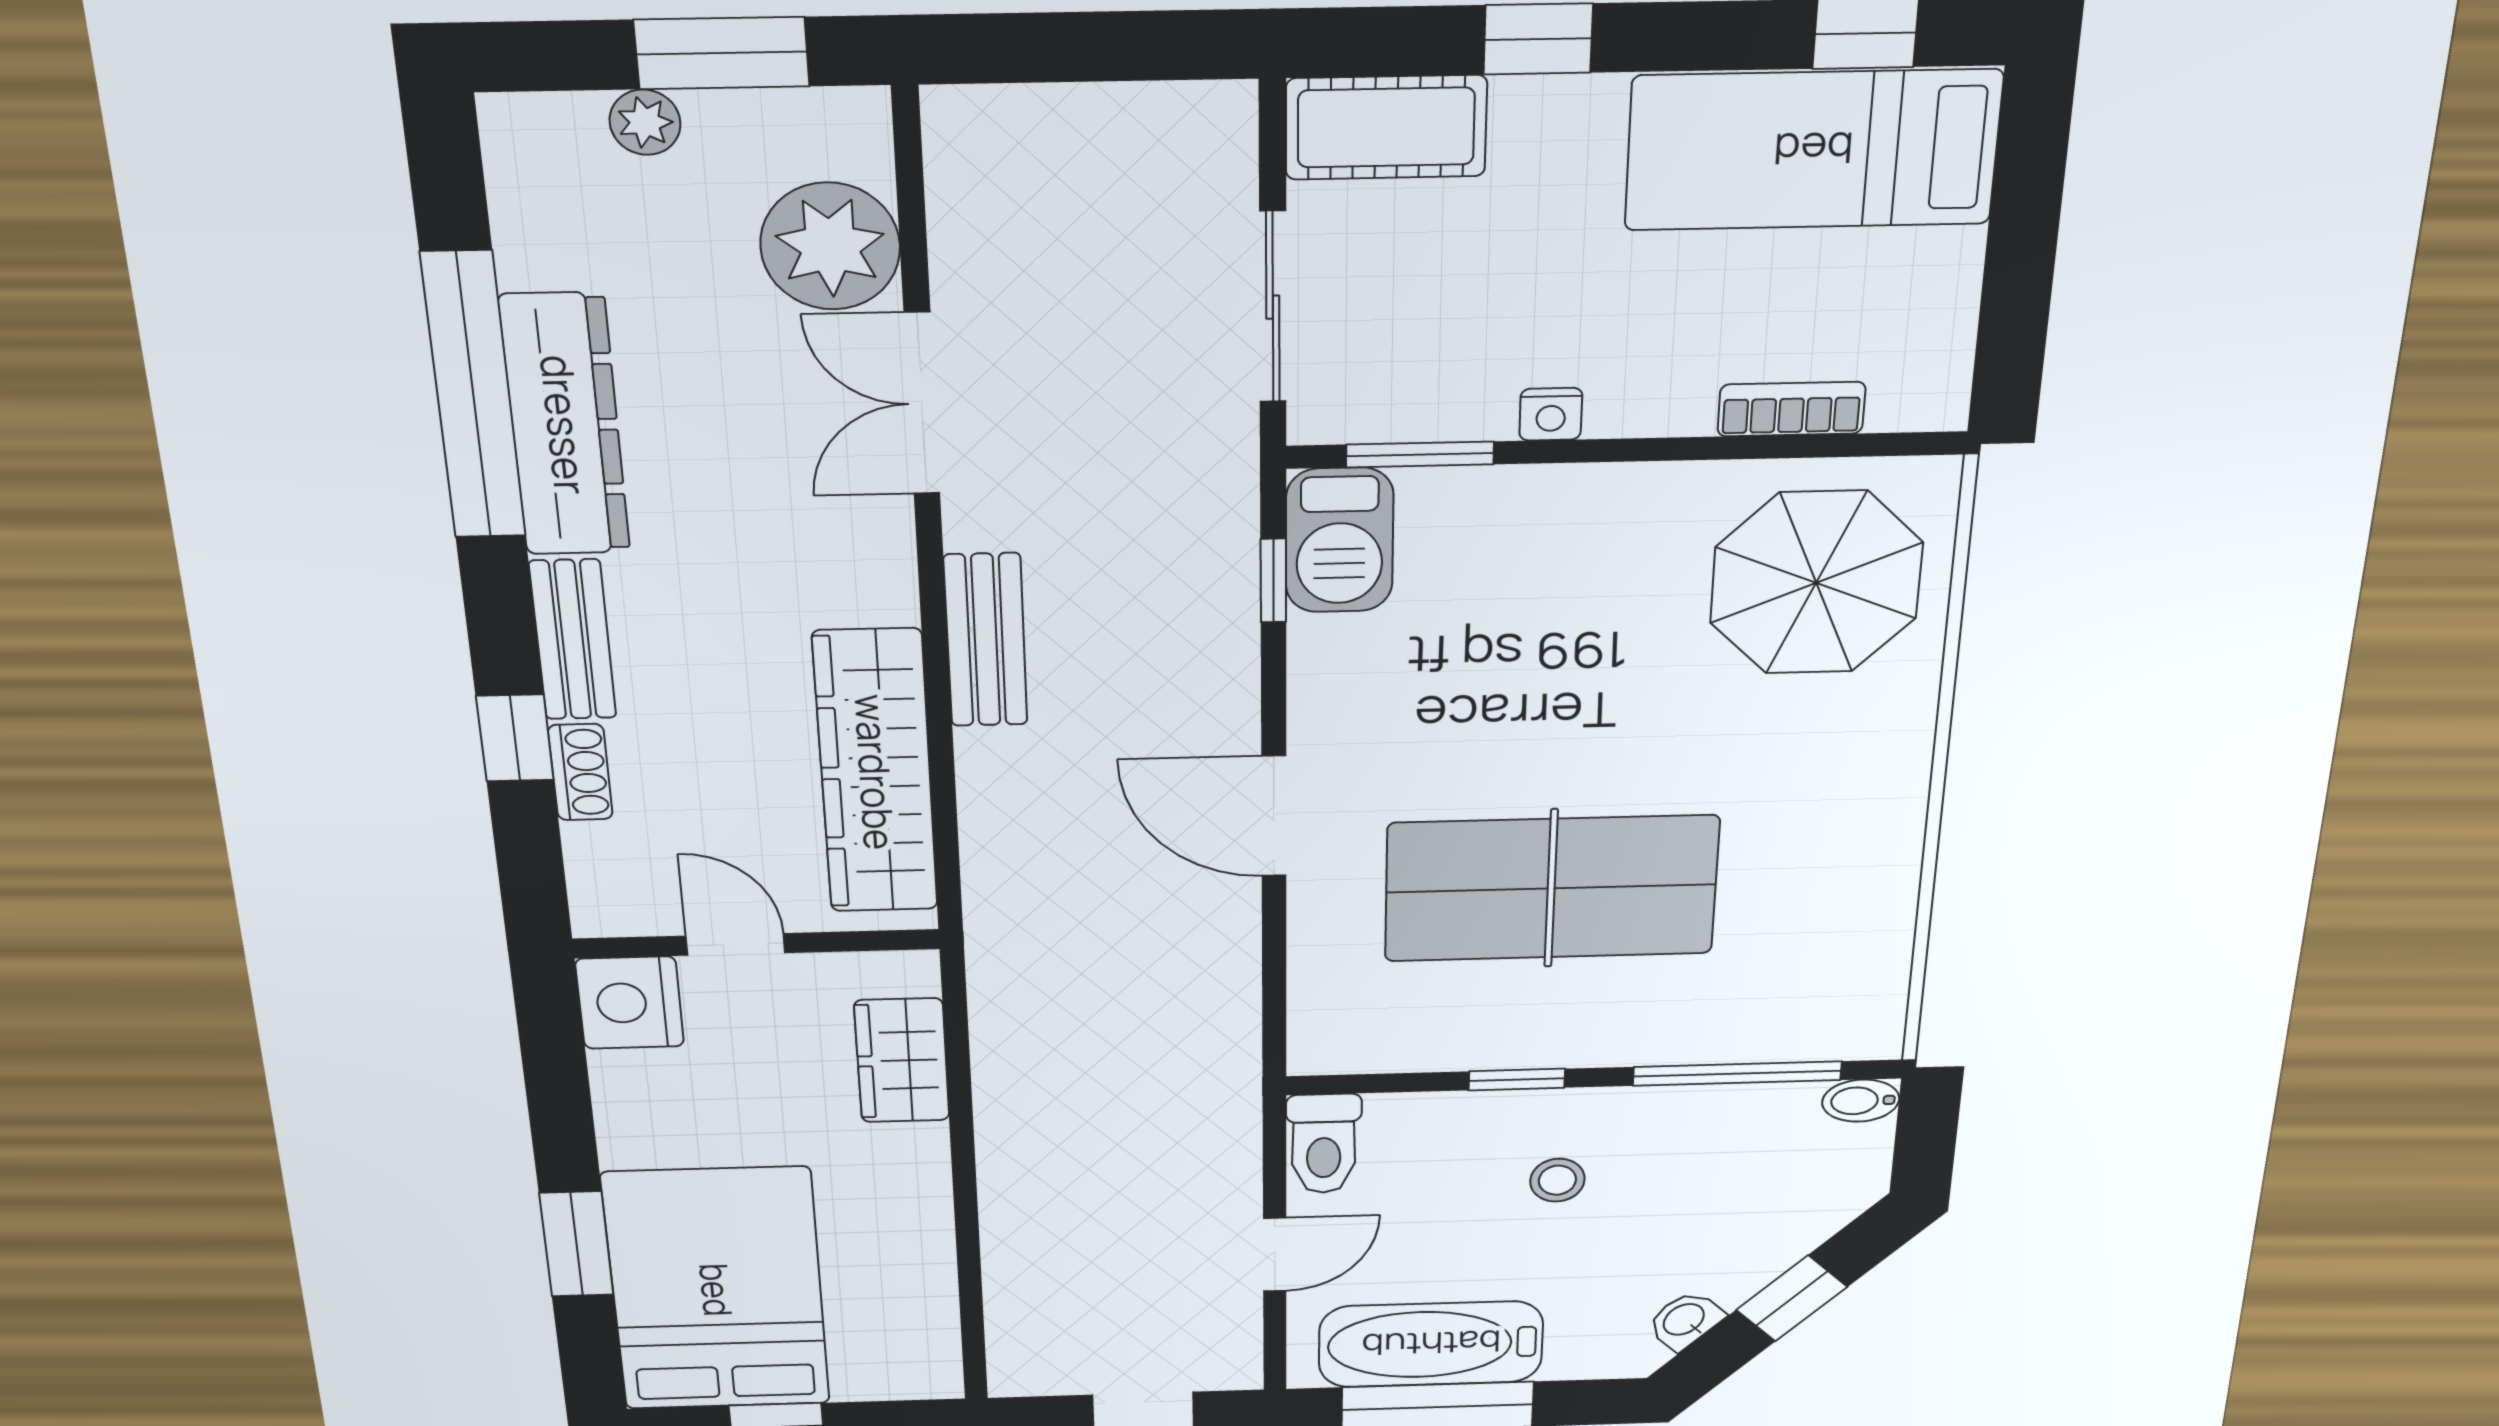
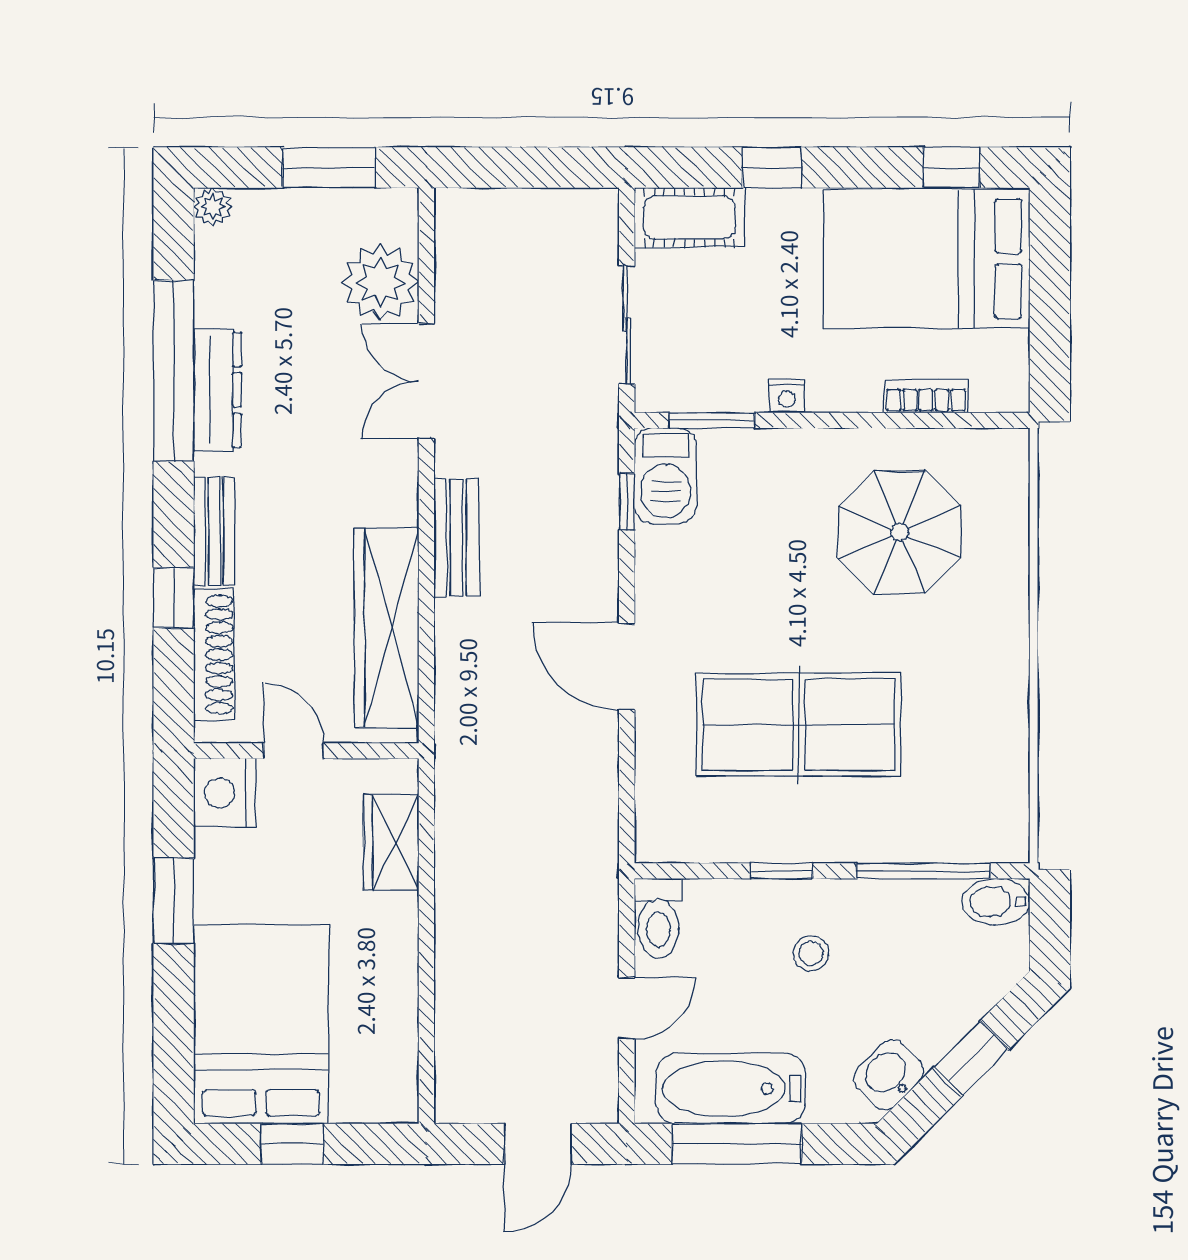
plant: (645, 122) -> (213, 207), moved
bed: (1813, 150) -> (927, 259), width x1.50
dresser: (565, 425) -> (217, 390), width x0.73, depth x0.80
parasol: (1816, 583) -> (900, 532), moved
shoe rack: (580, 772) -> (214, 655), width x1.94, depth x1.24
bidet: (1861, 1101) -> (996, 902), width x1.38, depth x1.36
window: (577, 1244) -> (174, 901), moved
washbasin: (1685, 1320) -> (889, 1075), width x1.38, depth x1.45

